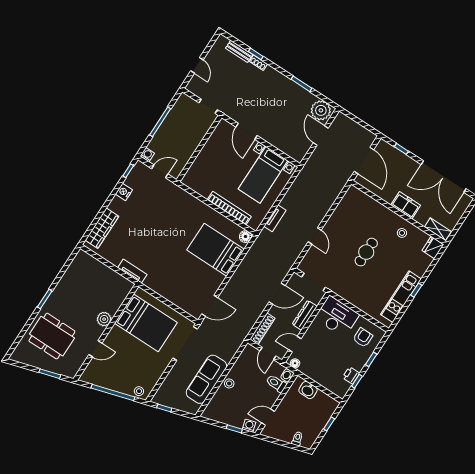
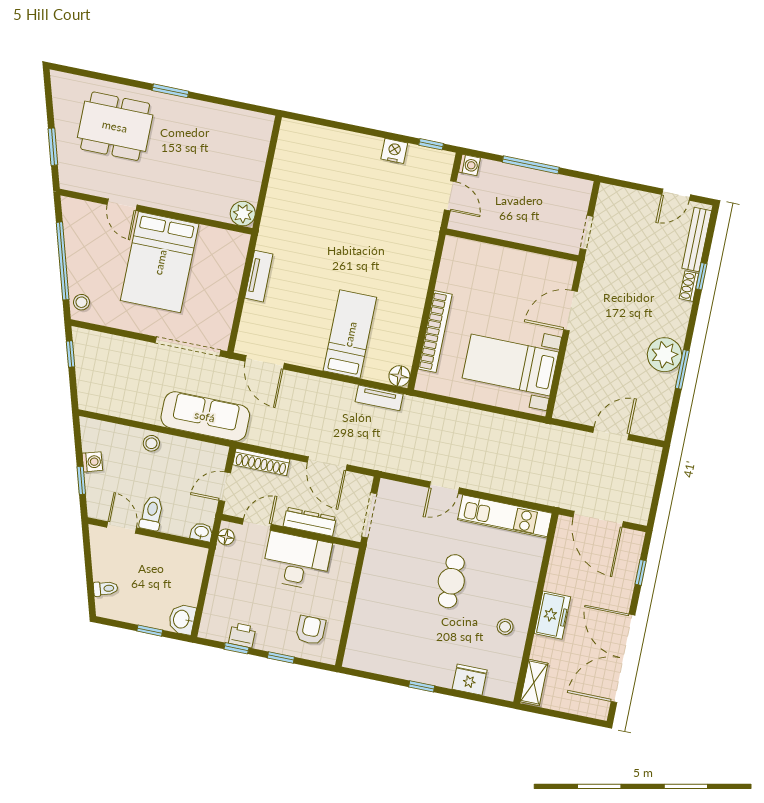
bench: (239, 51) -> (697, 240), width x1.36
door: (197, 65) -> (676, 195), moved
plant: (321, 110) -> (665, 355), moved
door: (364, 160) -> (598, 519), hinge flipped
tv unit: (275, 218) -> (379, 398), moved
wardrobe: (102, 228) -> (321, 138), removed
fridge: (433, 247) -> (470, 680), moved
bed: (216, 250) -> (350, 334), width x0.67
cafe table: (366, 252) -> (451, 581), turned 90
tv unit: (132, 271) -> (259, 276), moved
kitchen unit: (401, 297) -> (505, 516), moved, turned 180
desk: (337, 316) -> (297, 561), moved, turned -90
plant: (104, 319) -> (243, 214), moved
bed: (146, 323) -> (160, 262), moved
dining table: (52, 336) -> (115, 126), turned 90
armchair: (363, 338) -> (311, 630), turned -90
door: (295, 344) -> (257, 524), hinge flipped
sofa: (206, 379) -> (205, 416), moved
toilet: (276, 383) -> (152, 513), moved
washbasin: (308, 390) -> (182, 619), moved
washing machine: (249, 426) -> (92, 462), moved

